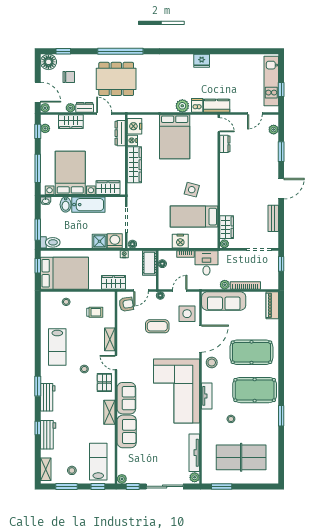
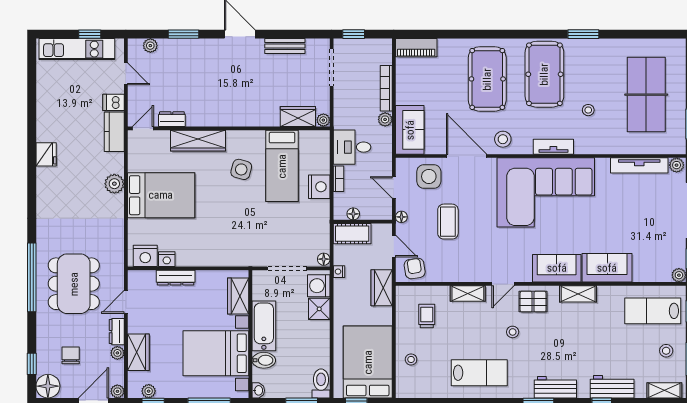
dishwasher: (197, 105) -> (114, 102), moved
dresser: (120, 133) -> (176, 278), moved
wardrobe: (134, 165) -> (198, 141), moved, turned 180
sofa: (224, 301) -> (410, 130), width x0.73

